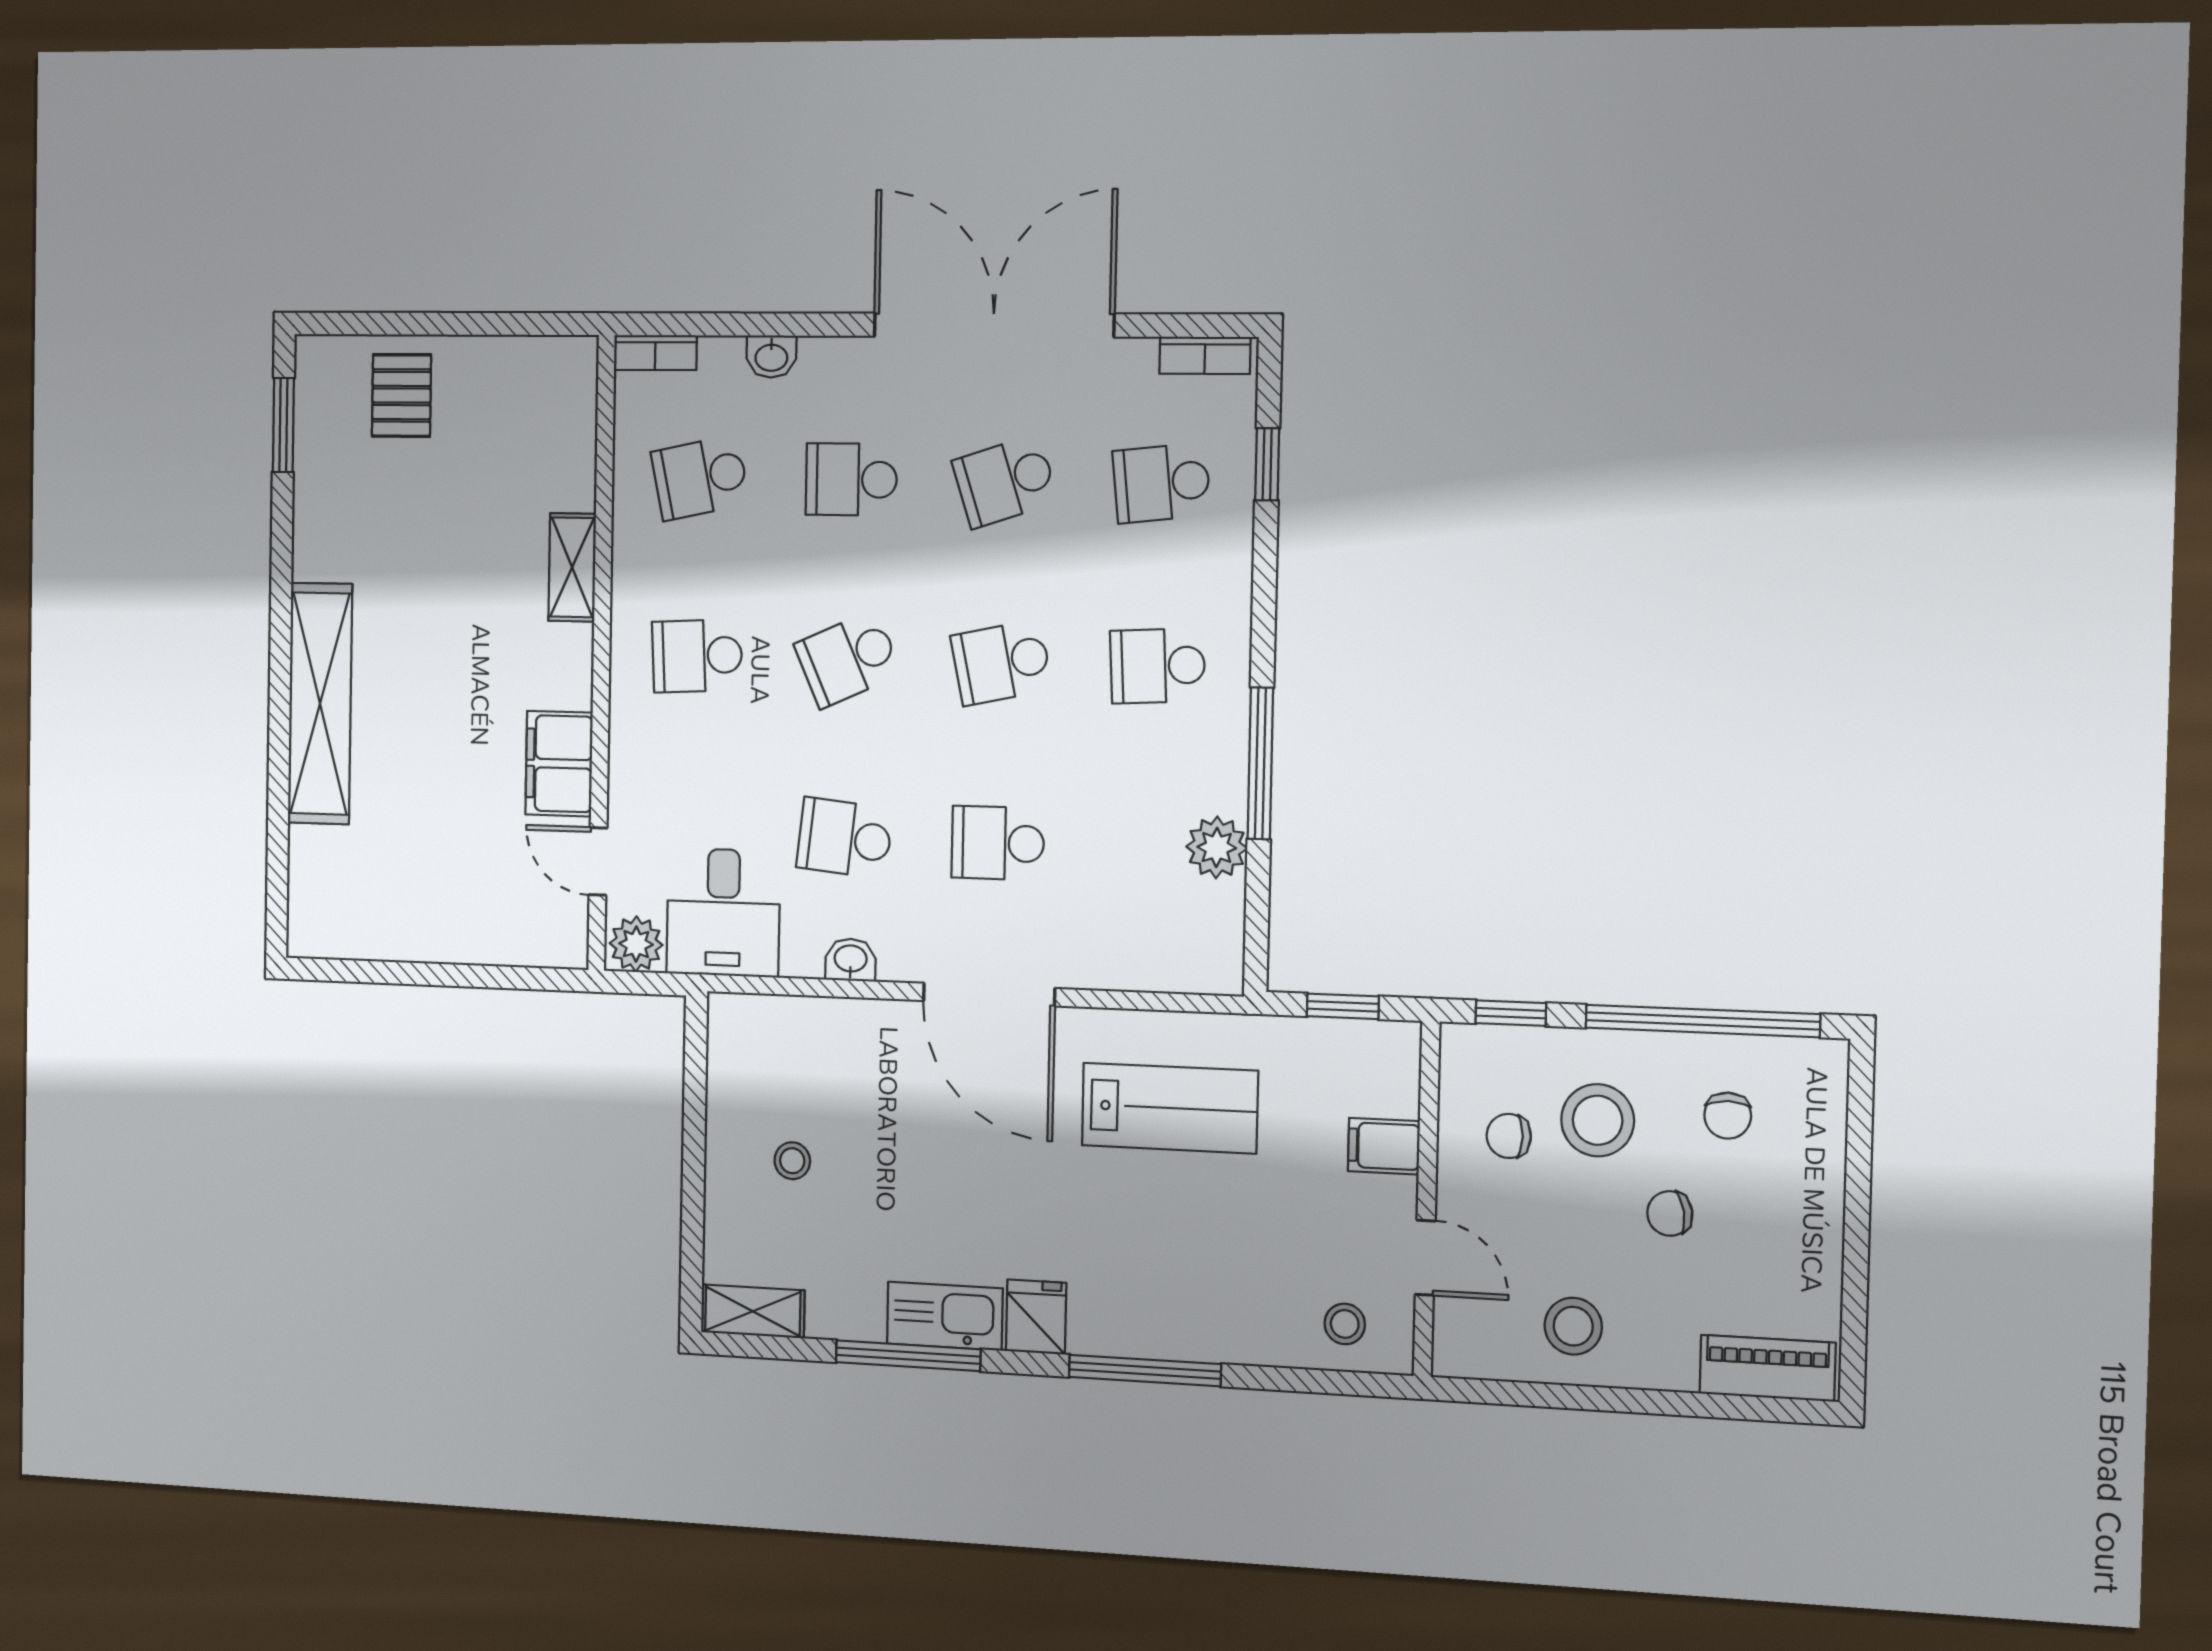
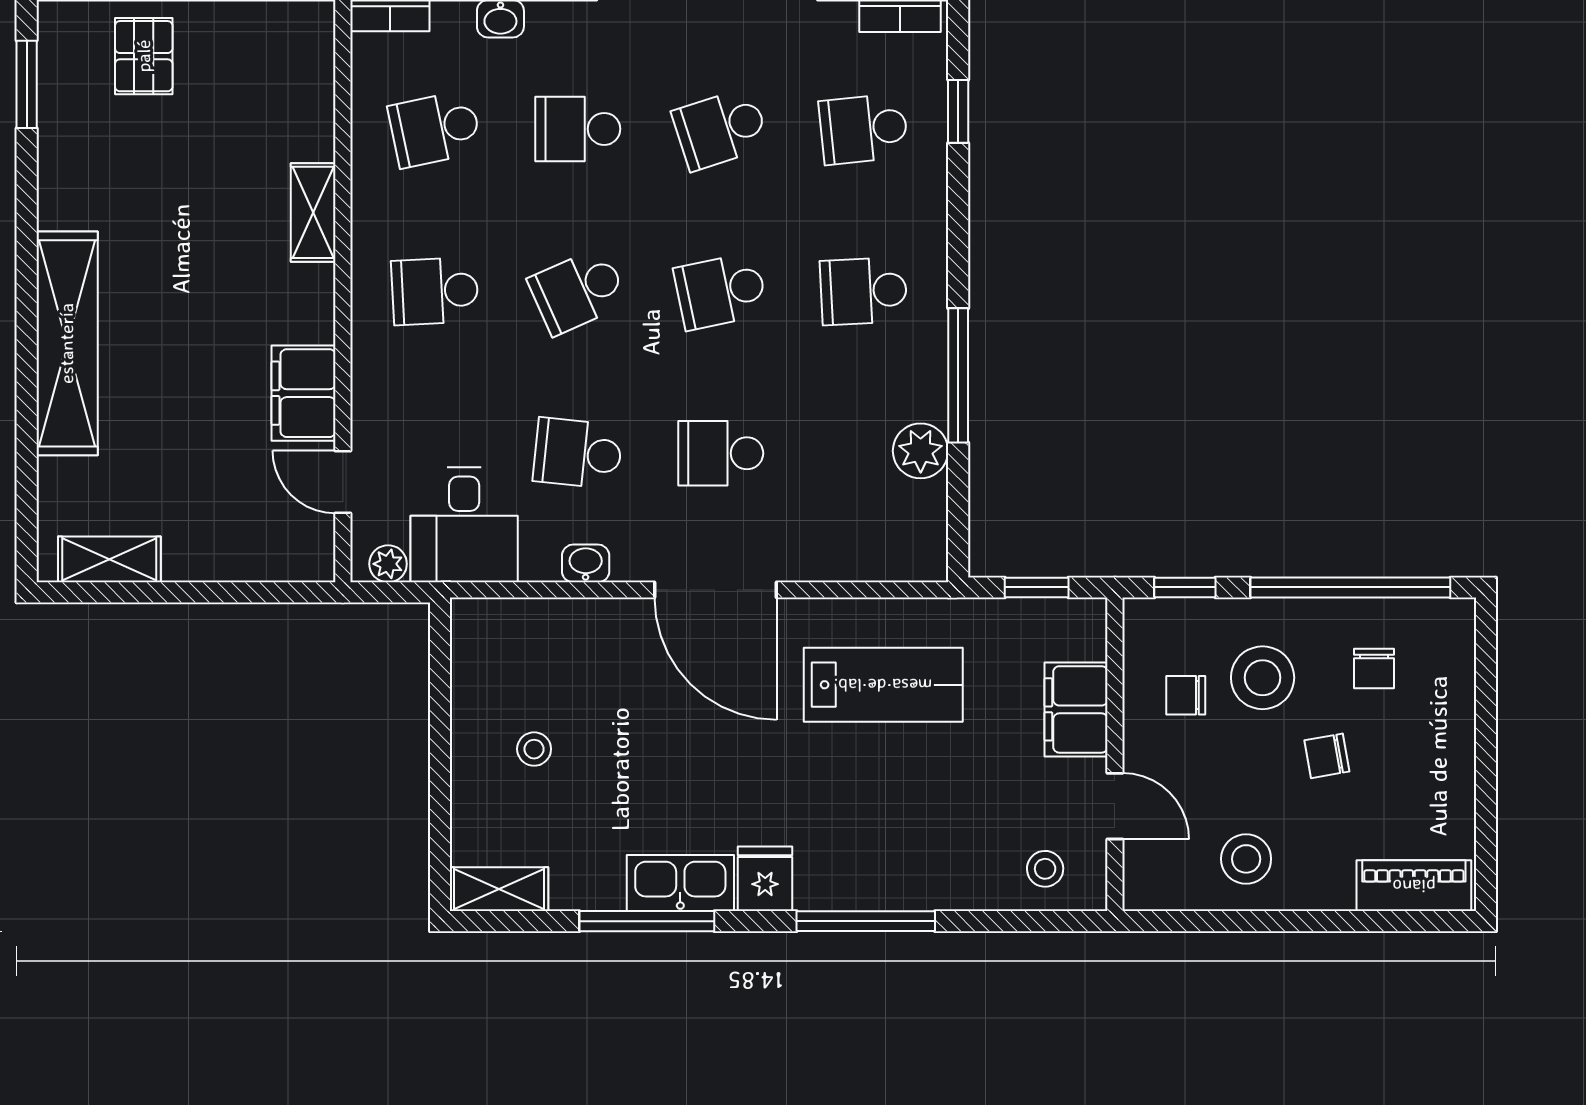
shelving: (359, 936) -> (109, 559), added
plant: (636, 944) -> (388, 564), width x0.73, depth x0.73
filing cabinet: (1384, 1146) -> (1076, 709), width x2.00

